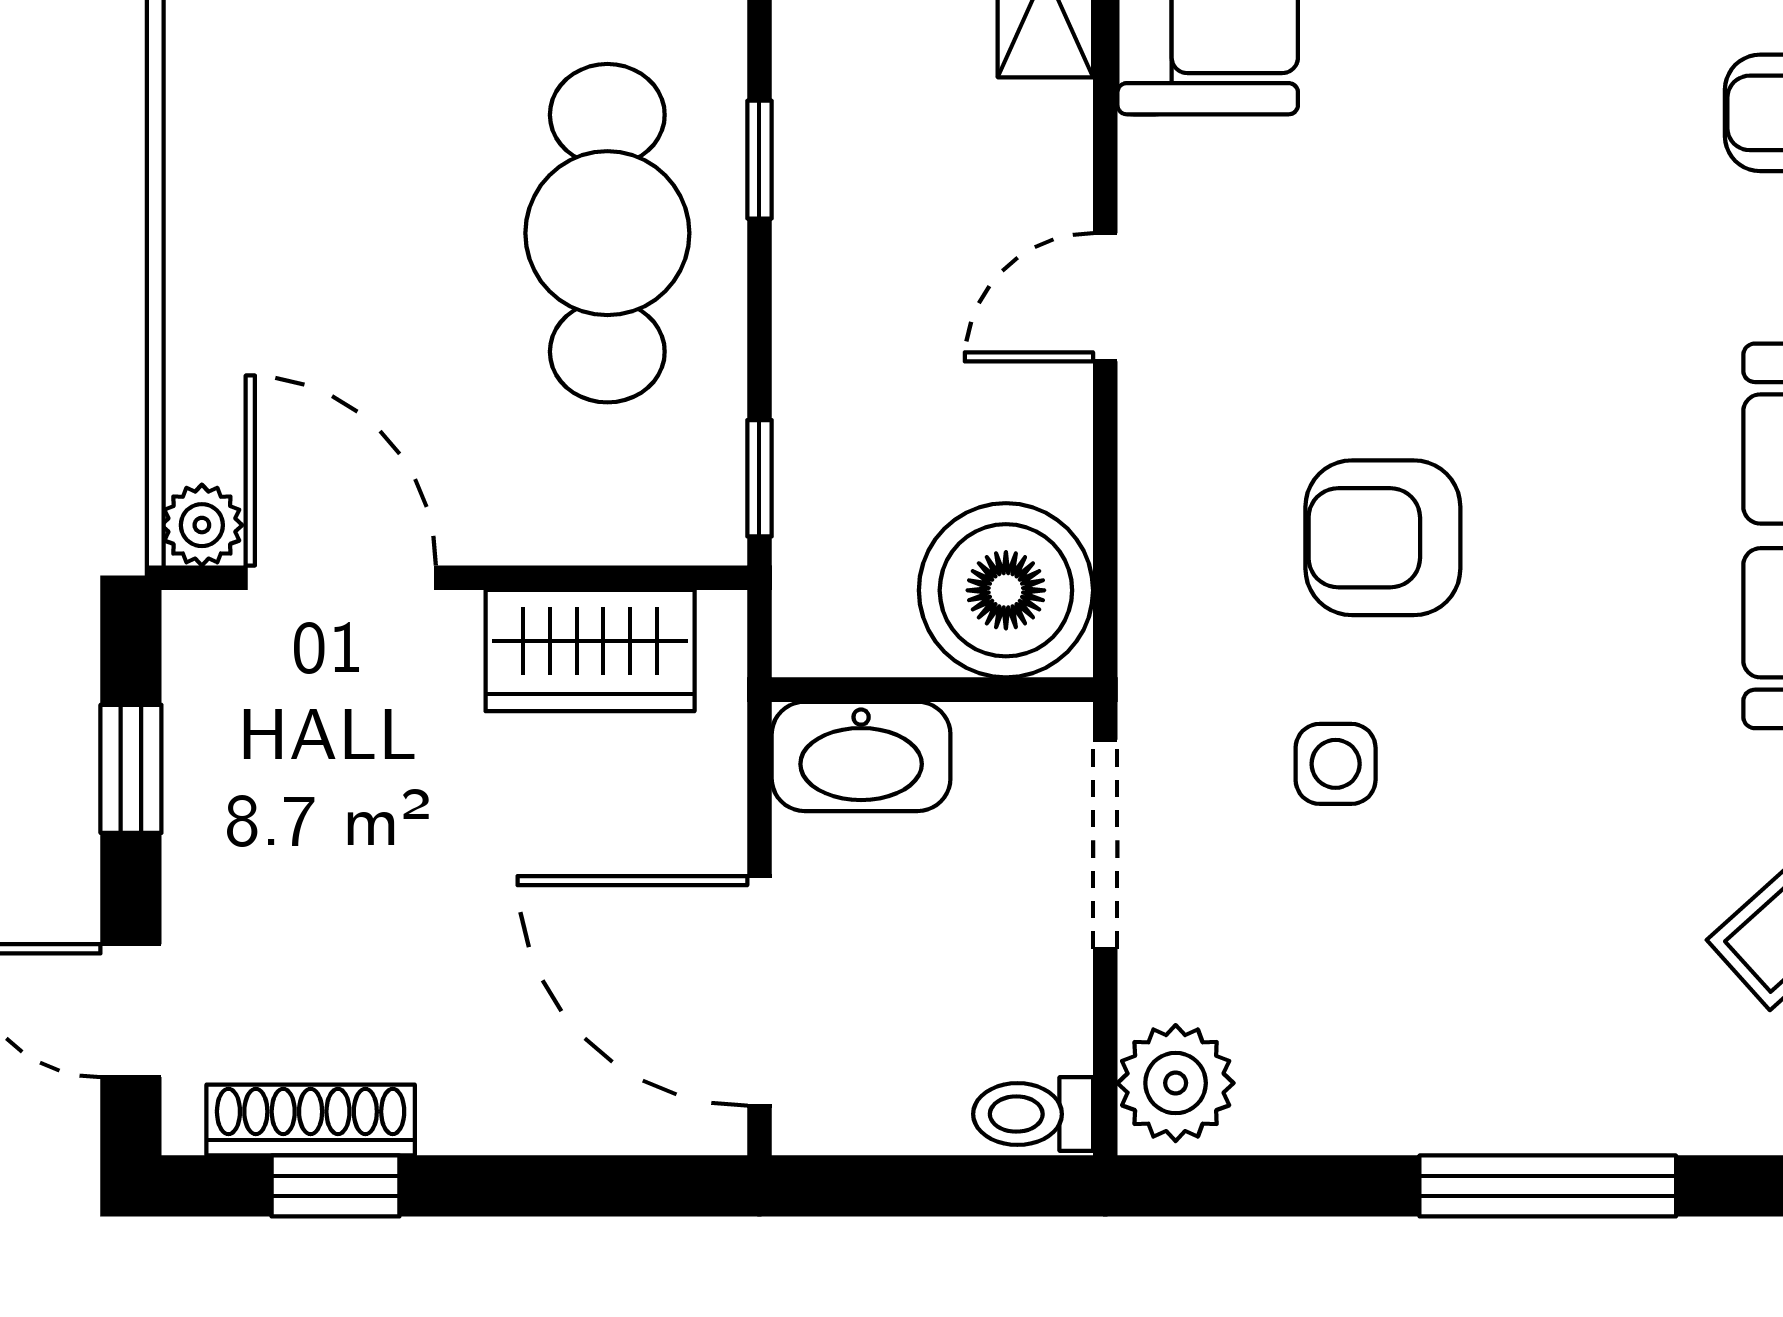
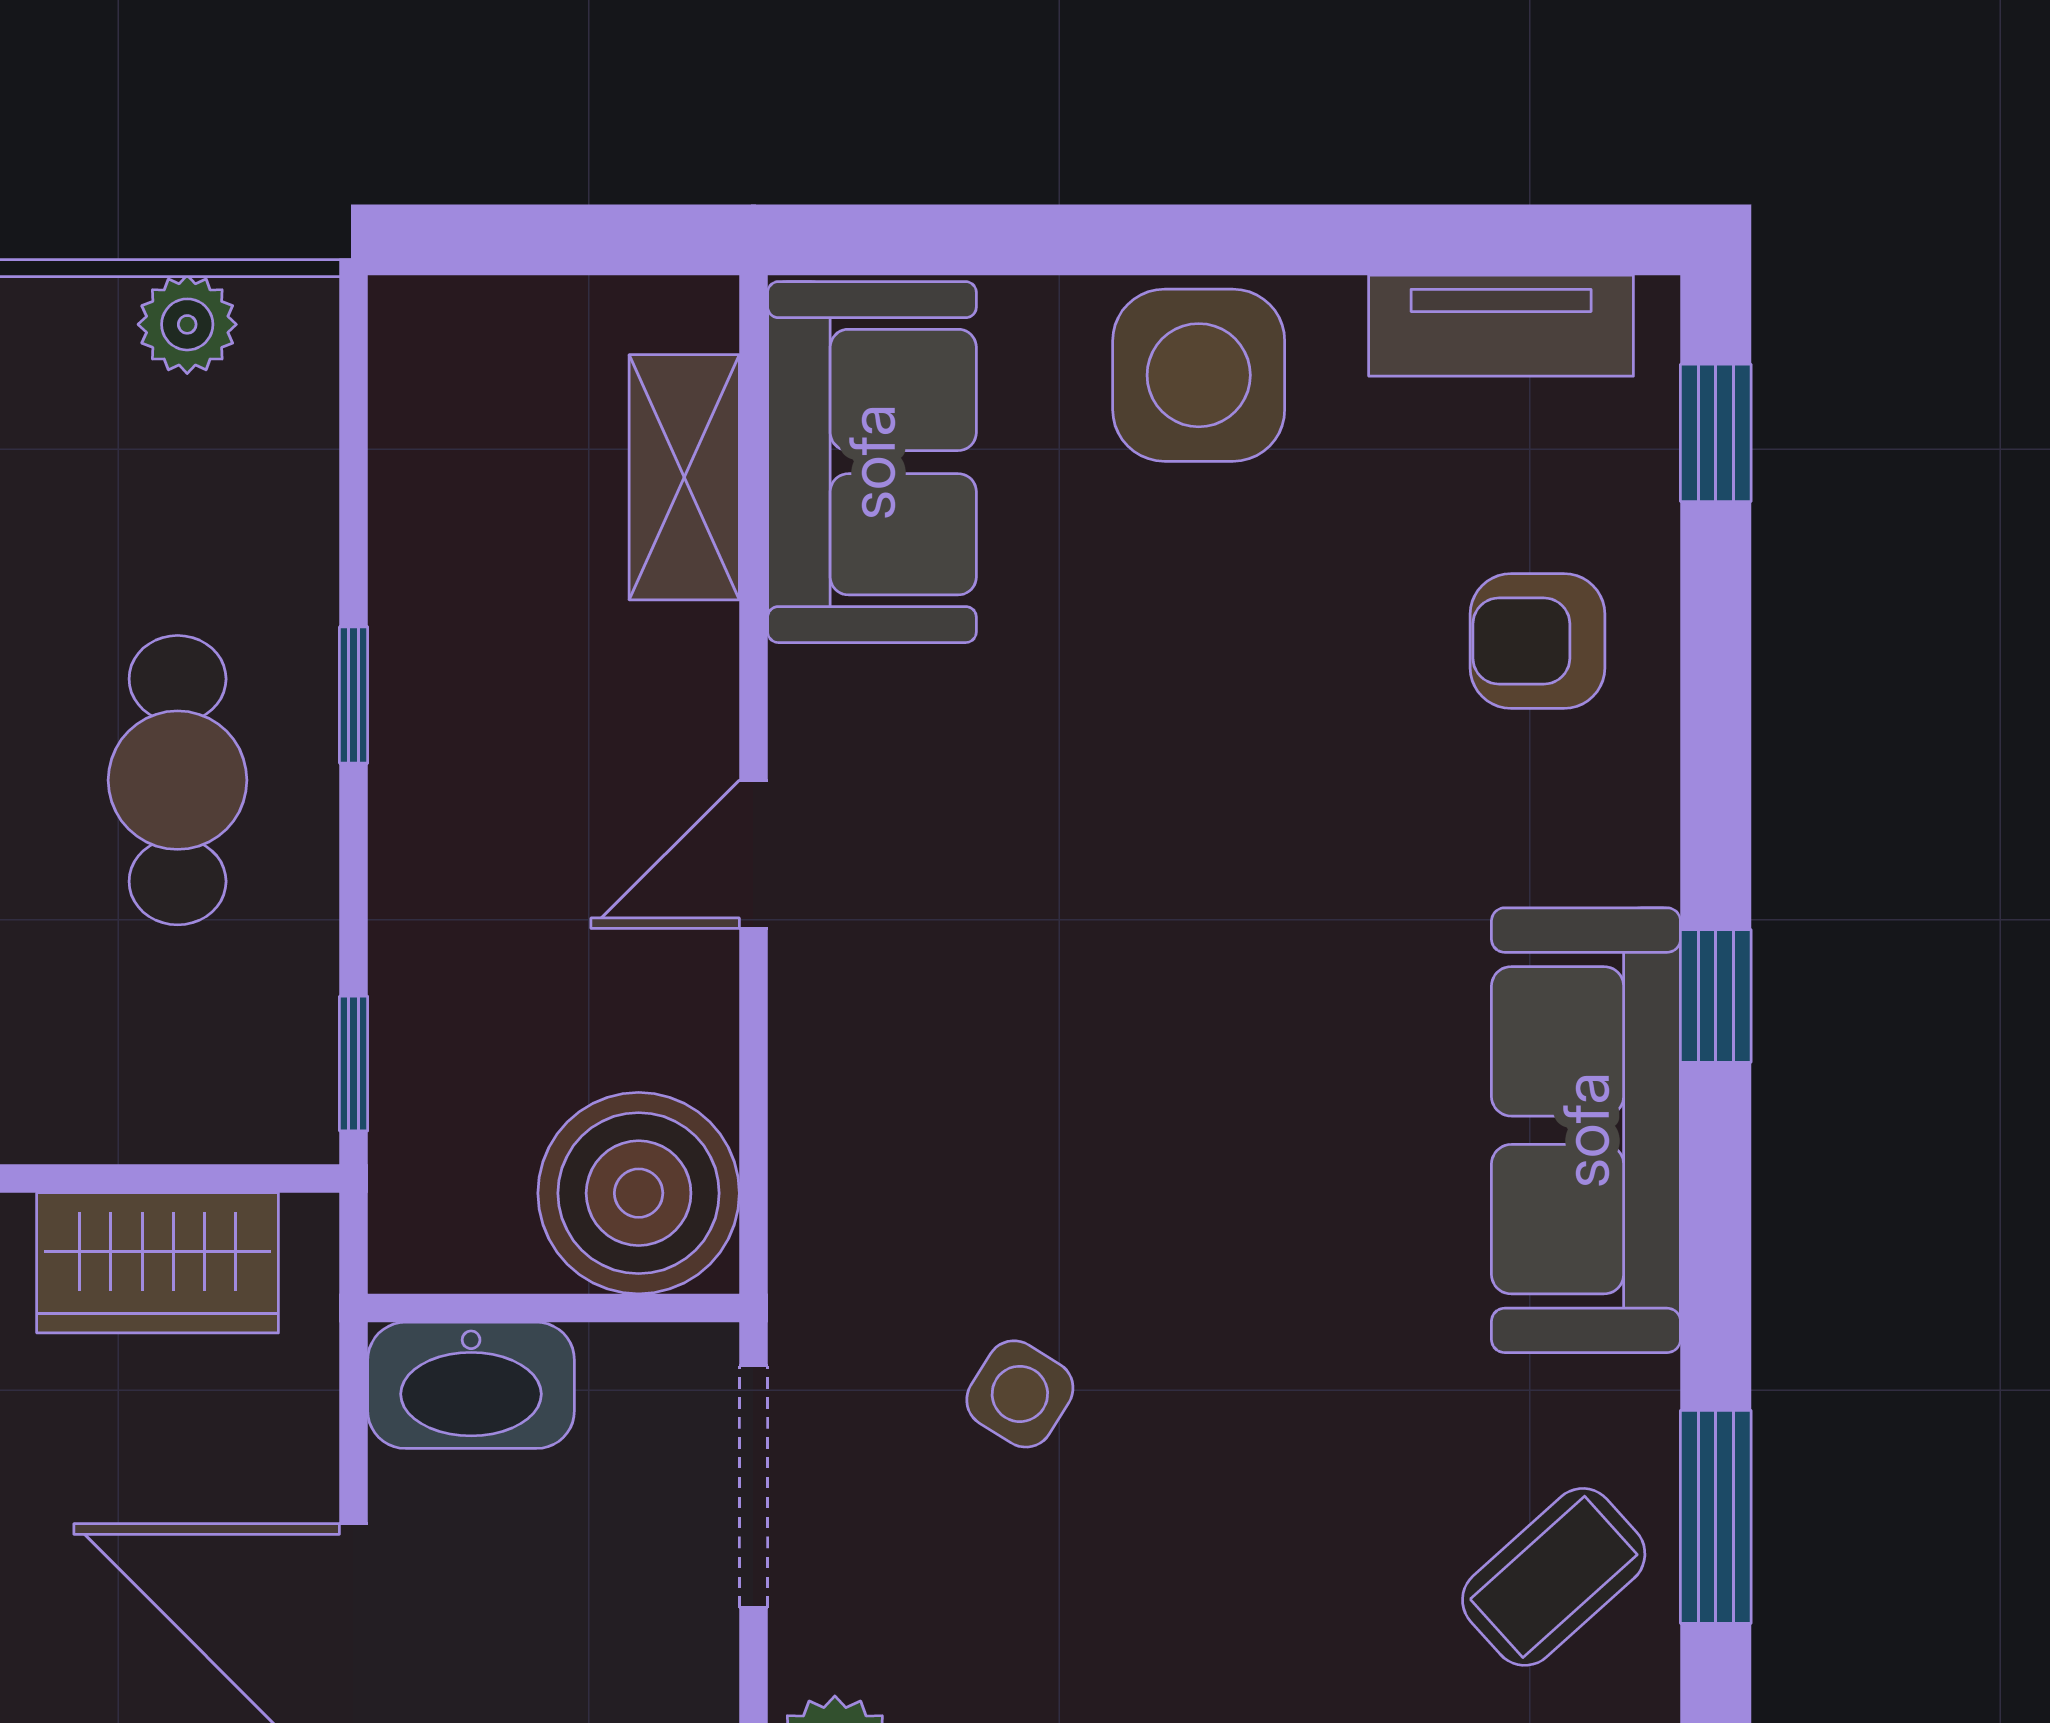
cafe table: (607, 233) -> (178, 780), width x0.73, depth x0.74
armchair: (1383, 538) -> (1075, 1132), removed
side table: (1336, 764) -> (1020, 1394), turned 32

